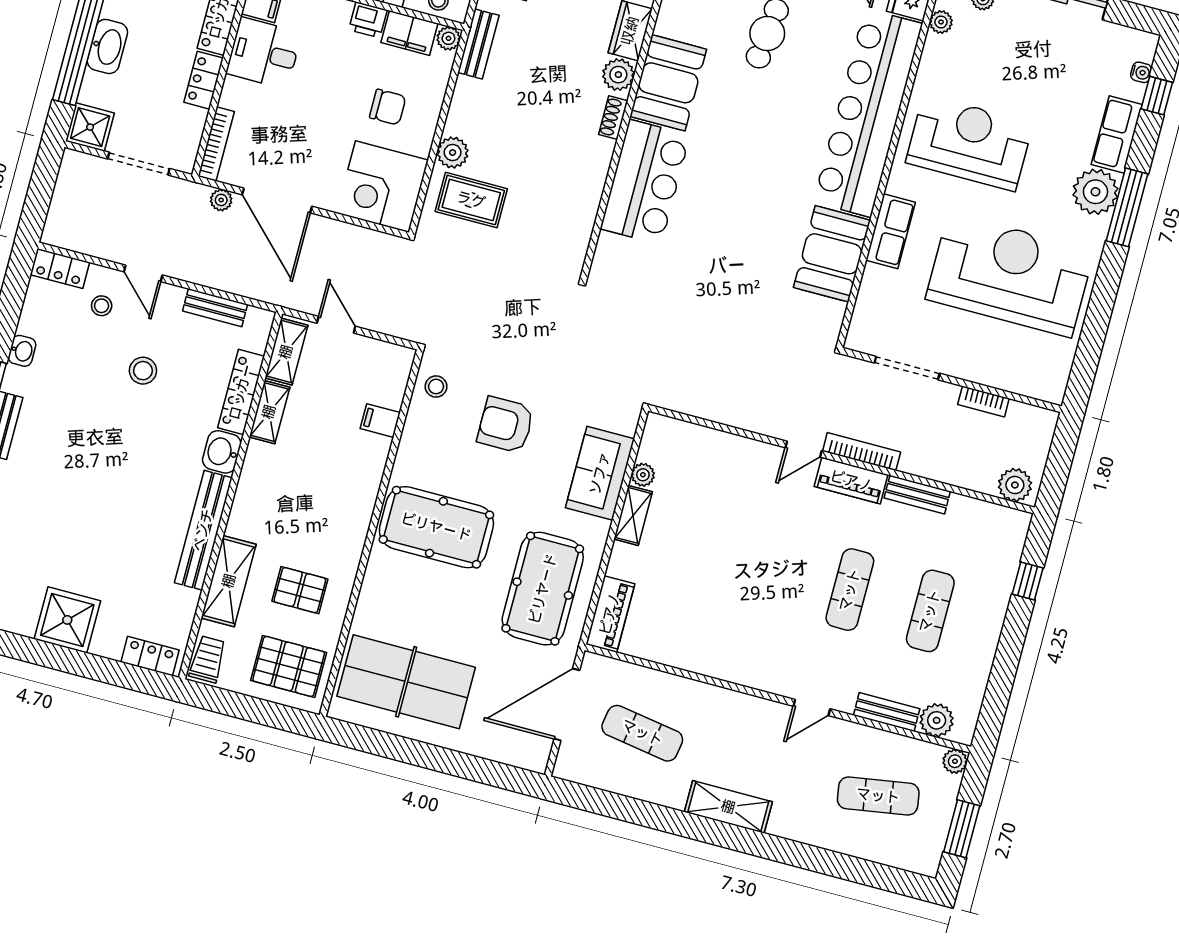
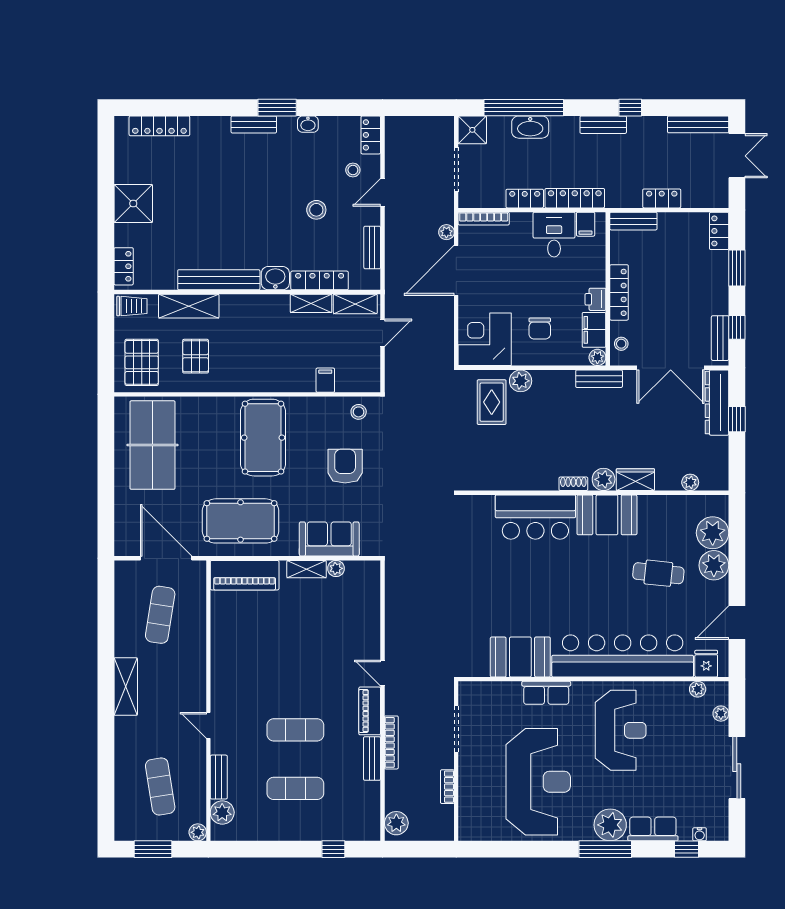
bookcase: (862, 452) -> (391, 742), moved
piano: (610, 614) -> (245, 575), width x1.37, depth x1.33

